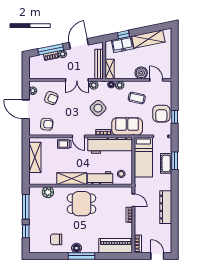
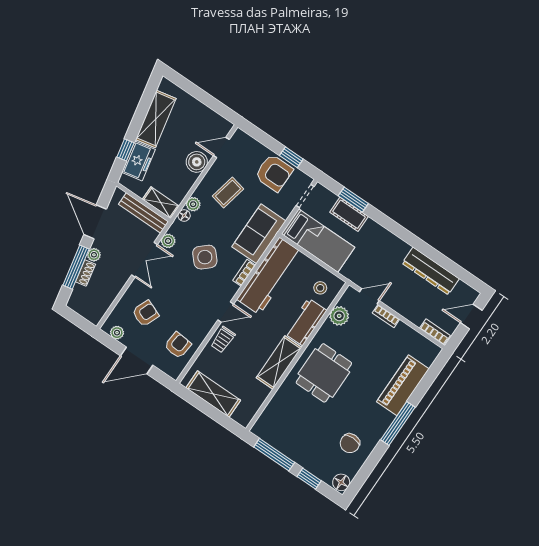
plant: (48, 192) -> (339, 316), moved
dresser: (166, 207) -> (431, 271), moved
piano: (116, 246) -> (403, 385), moved
floor lamp: (77, 248) -> (341, 482), moved

